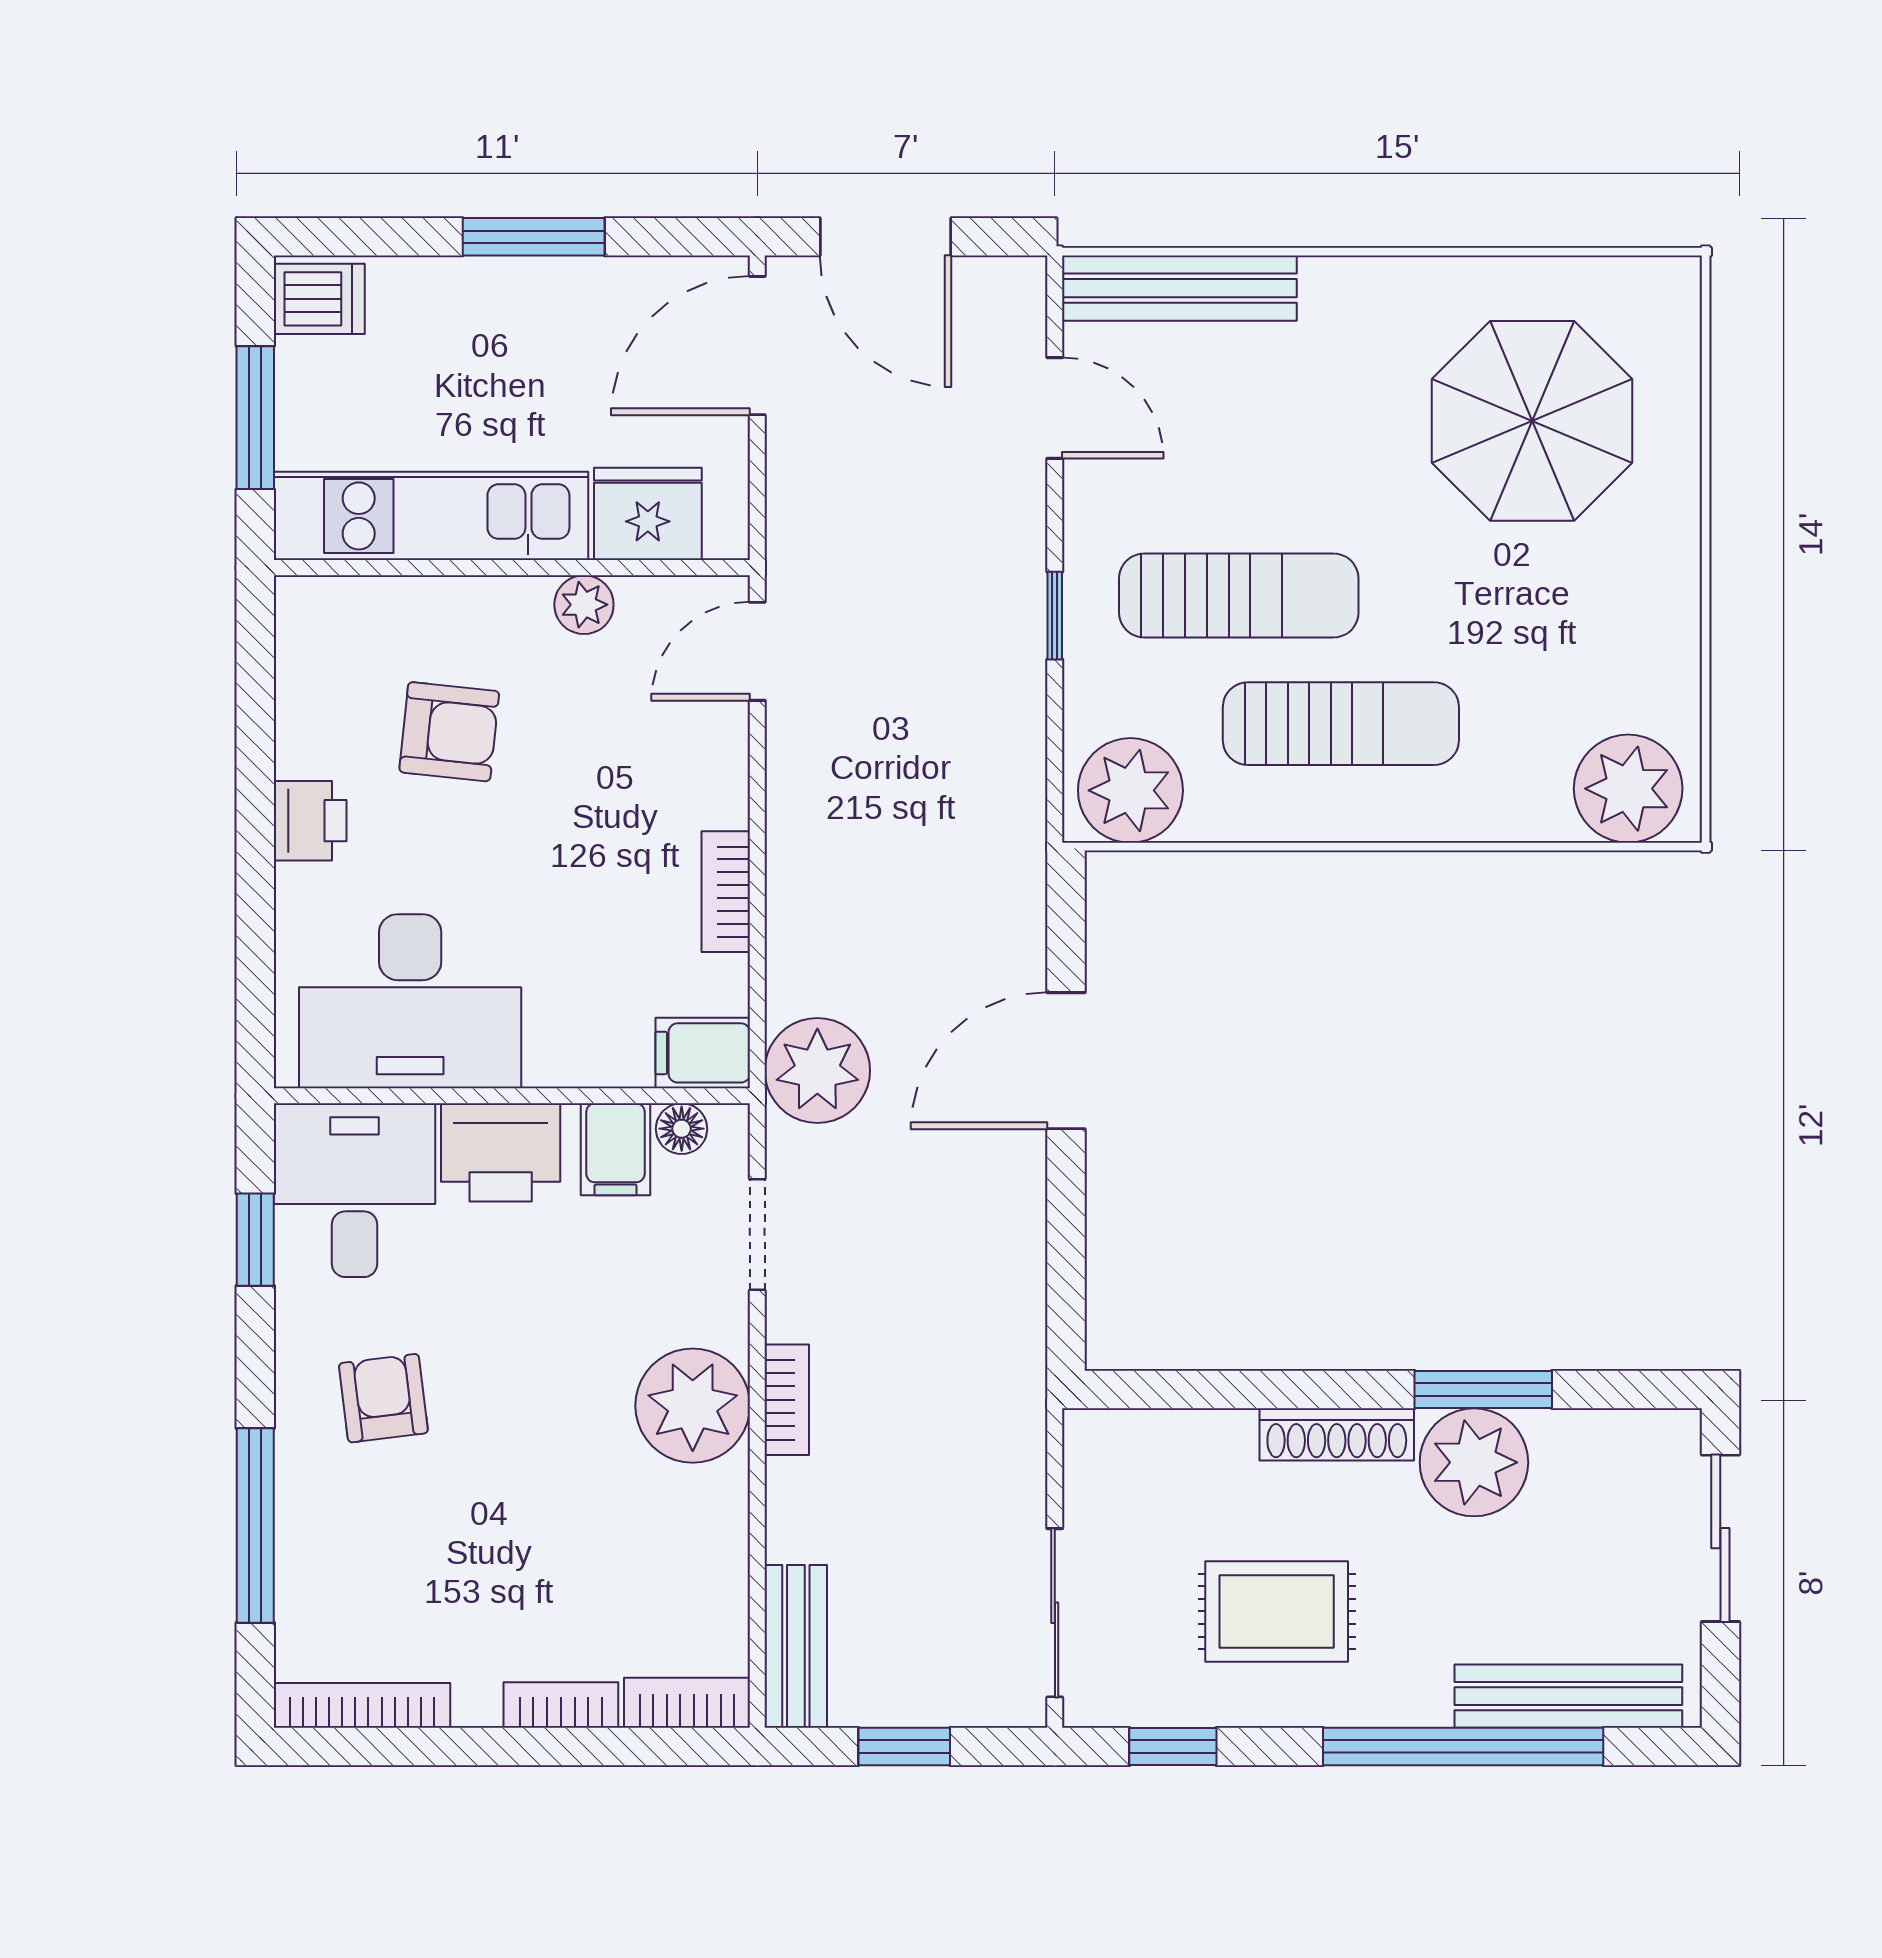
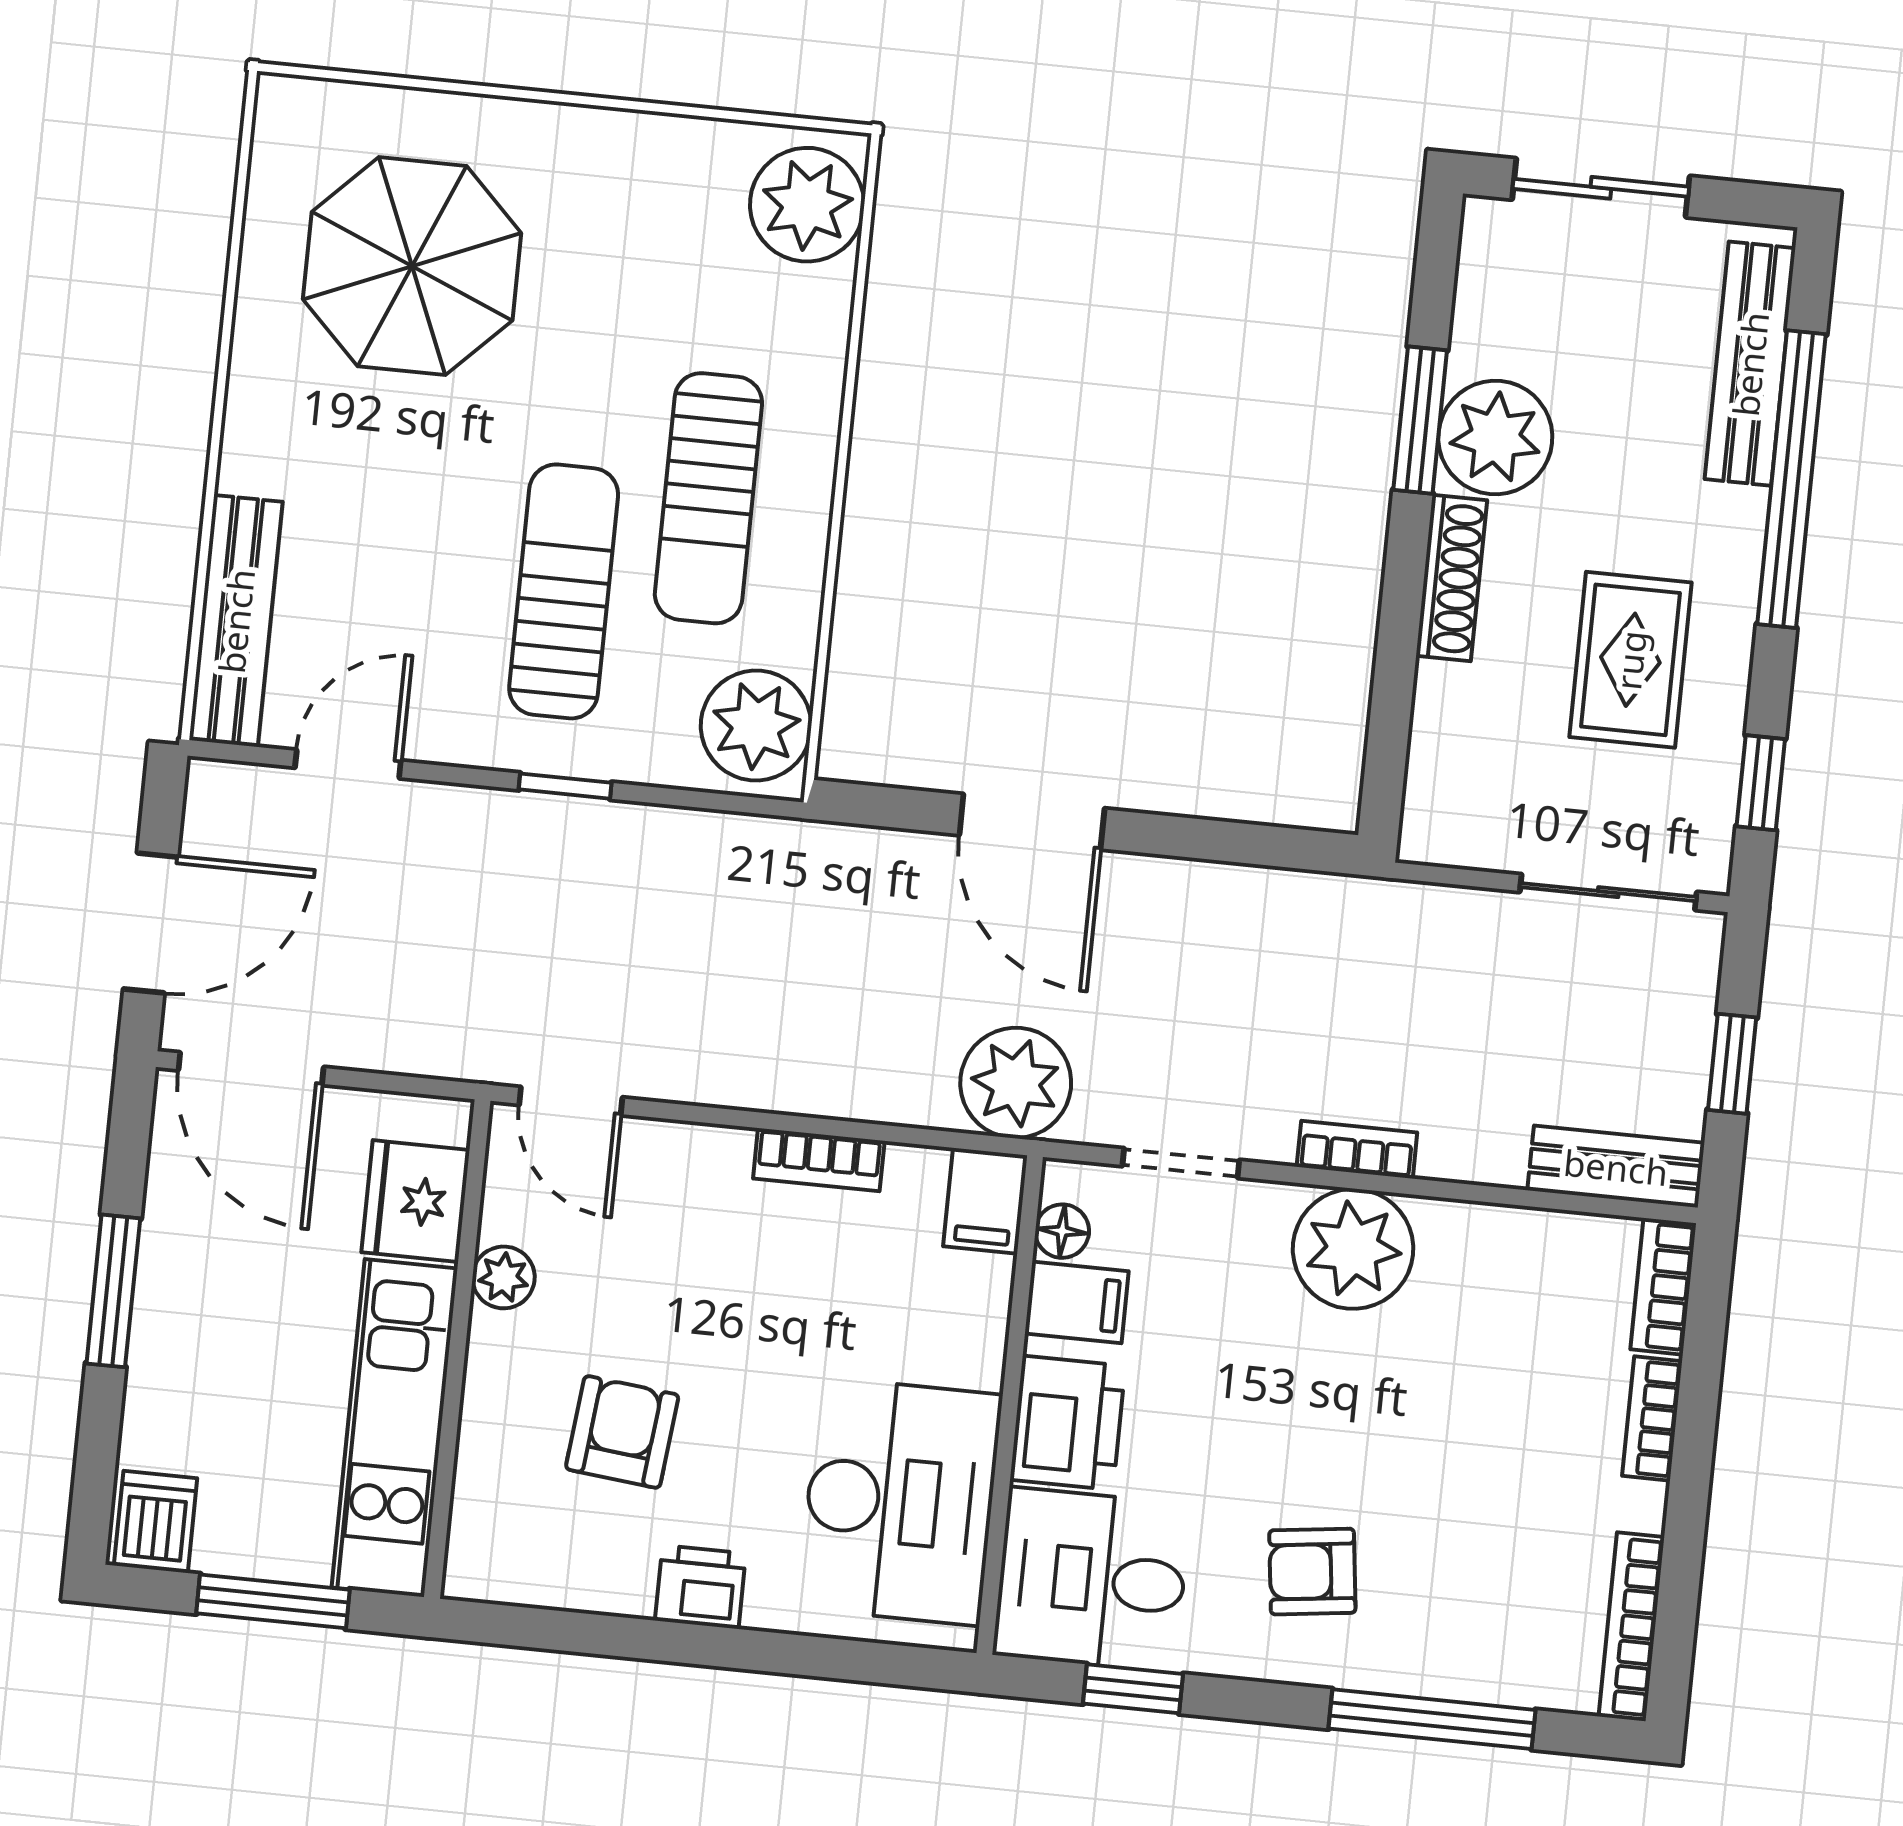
sun lounger: (1341, 724) -> (708, 498), turned 180

